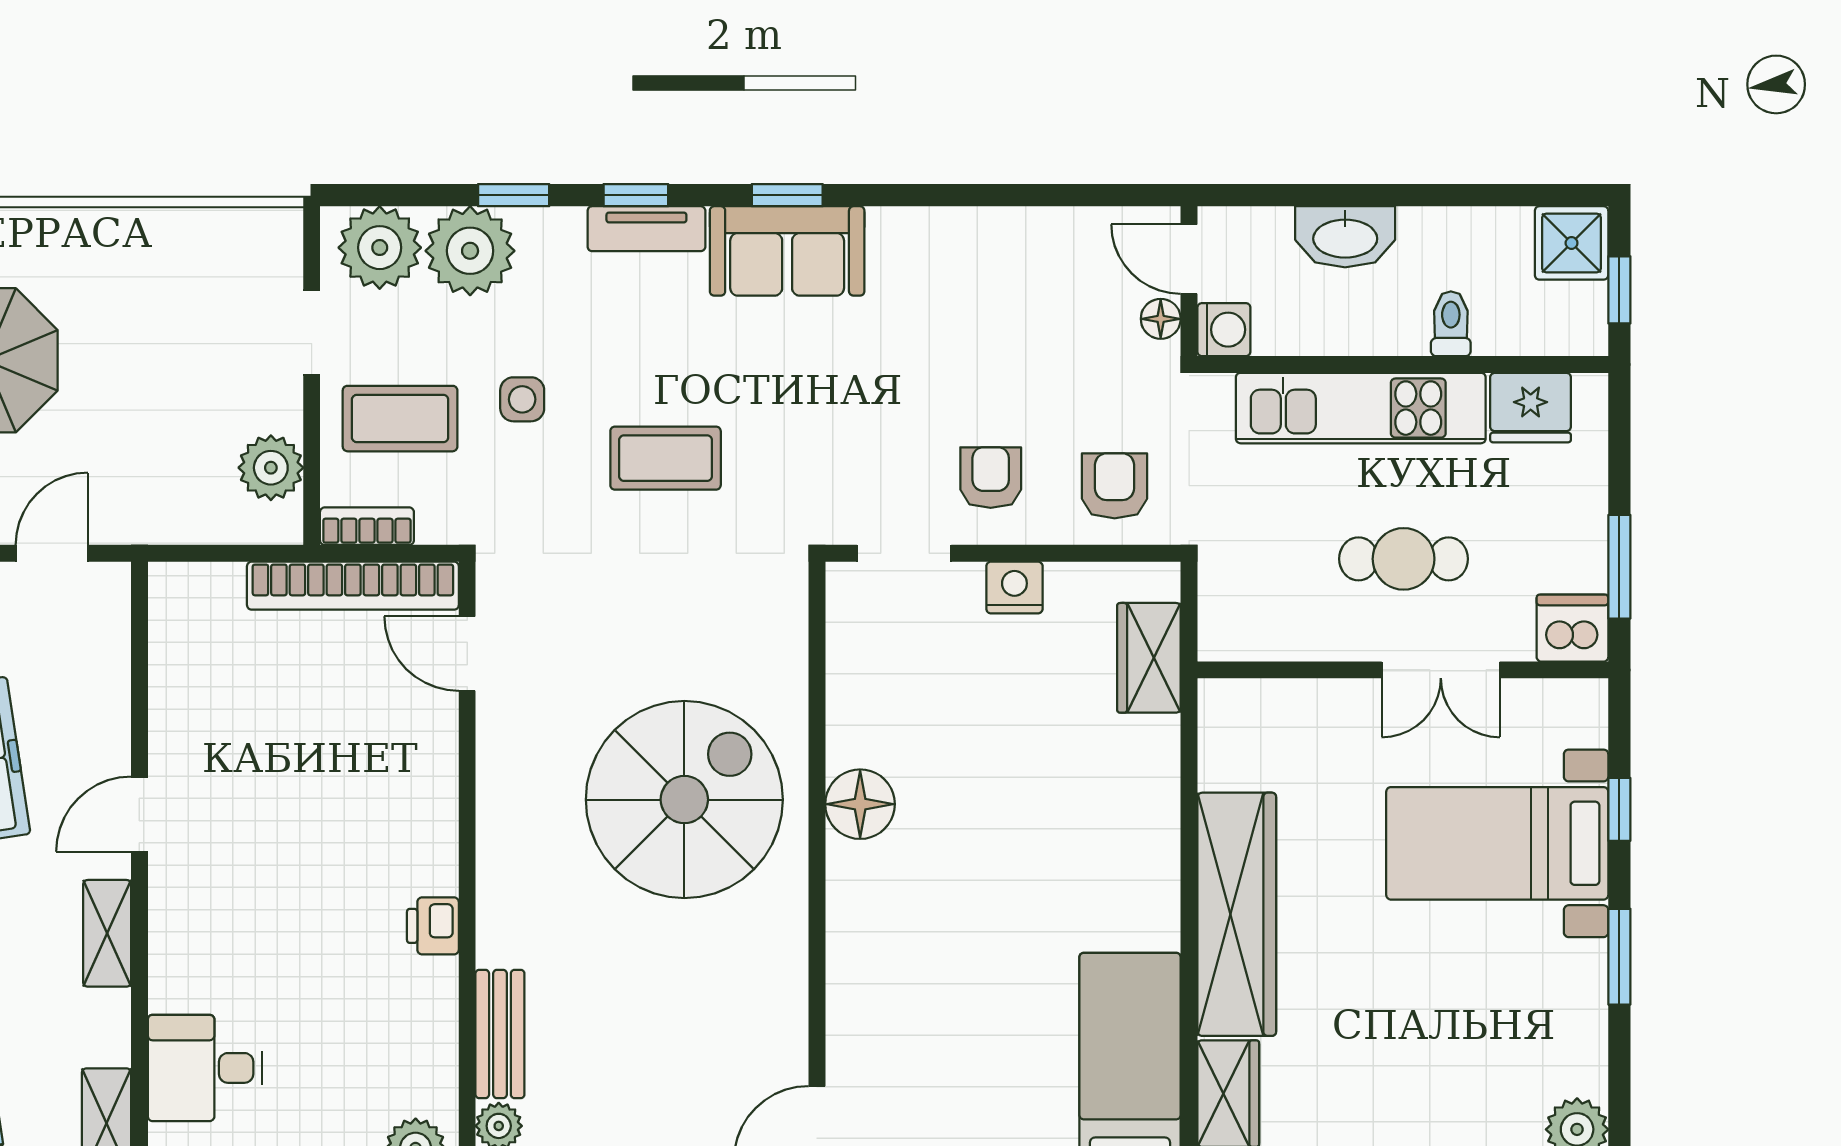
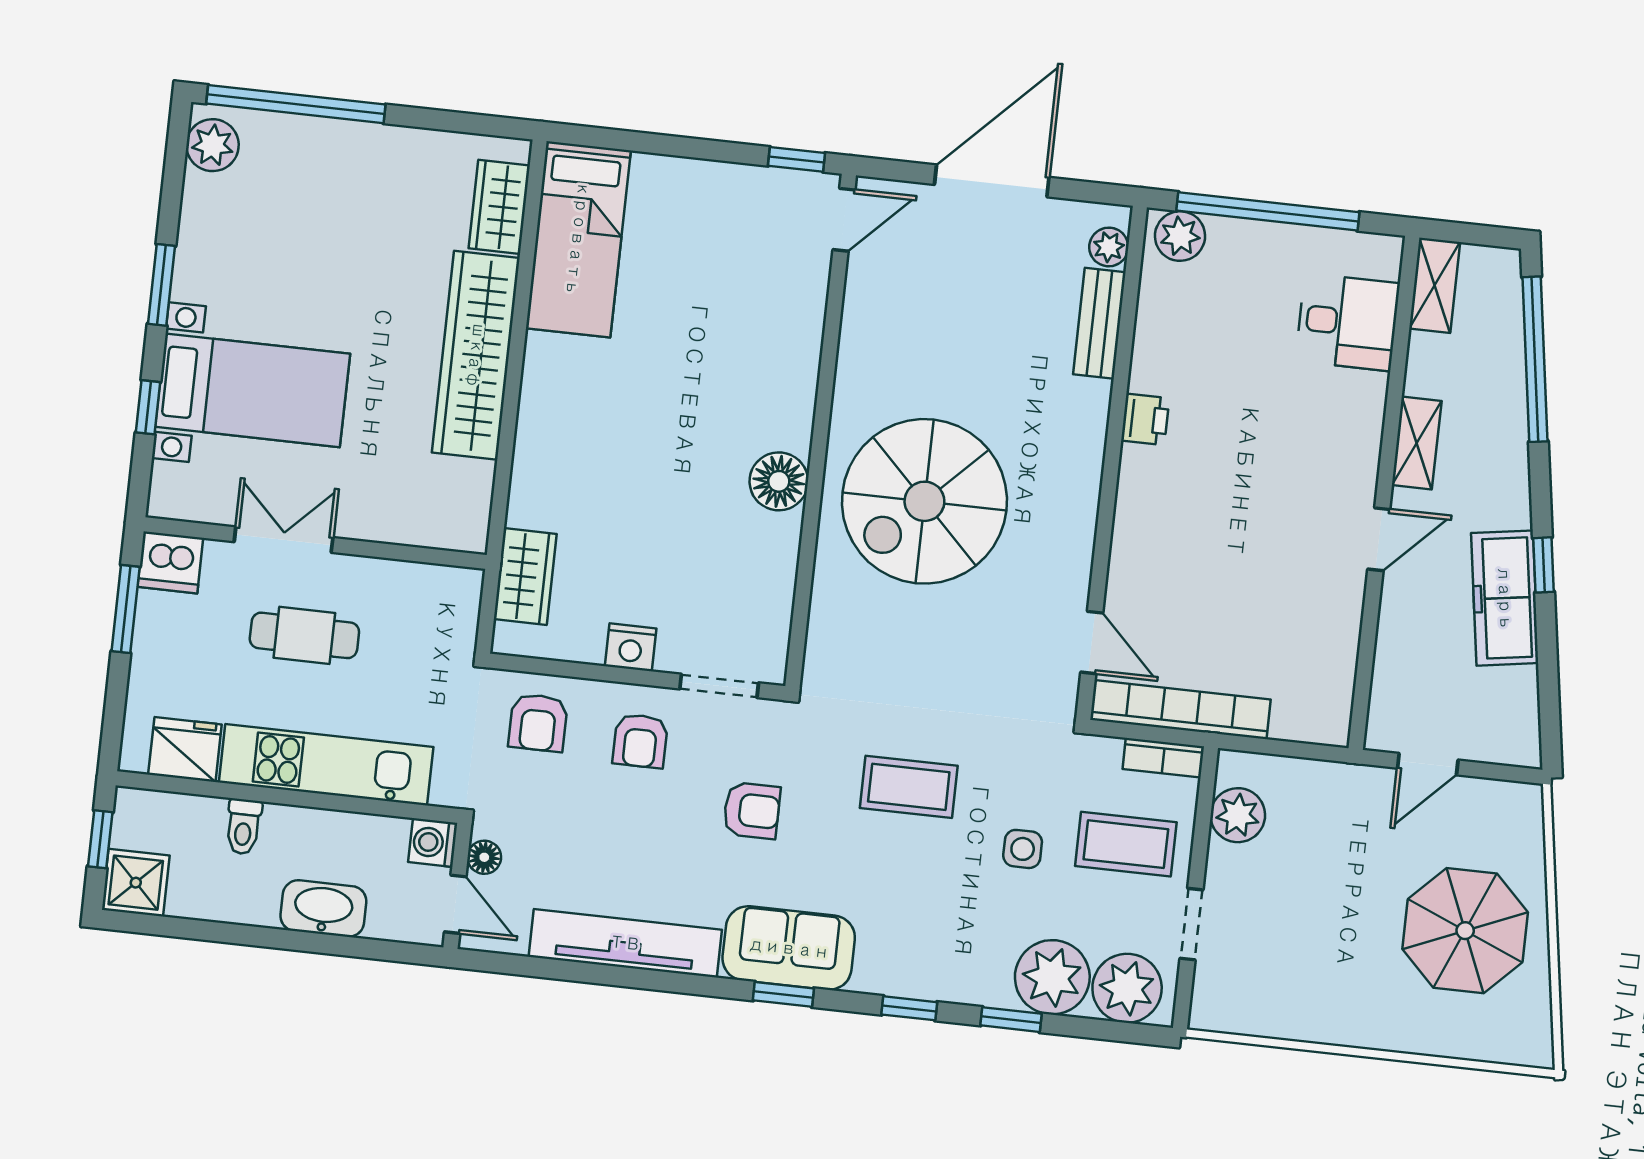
tv unit: (646, 229) -> (625, 943), moved, width x1.92, depth x1.29
armchair: (849, 410) -> (752, 810), added

